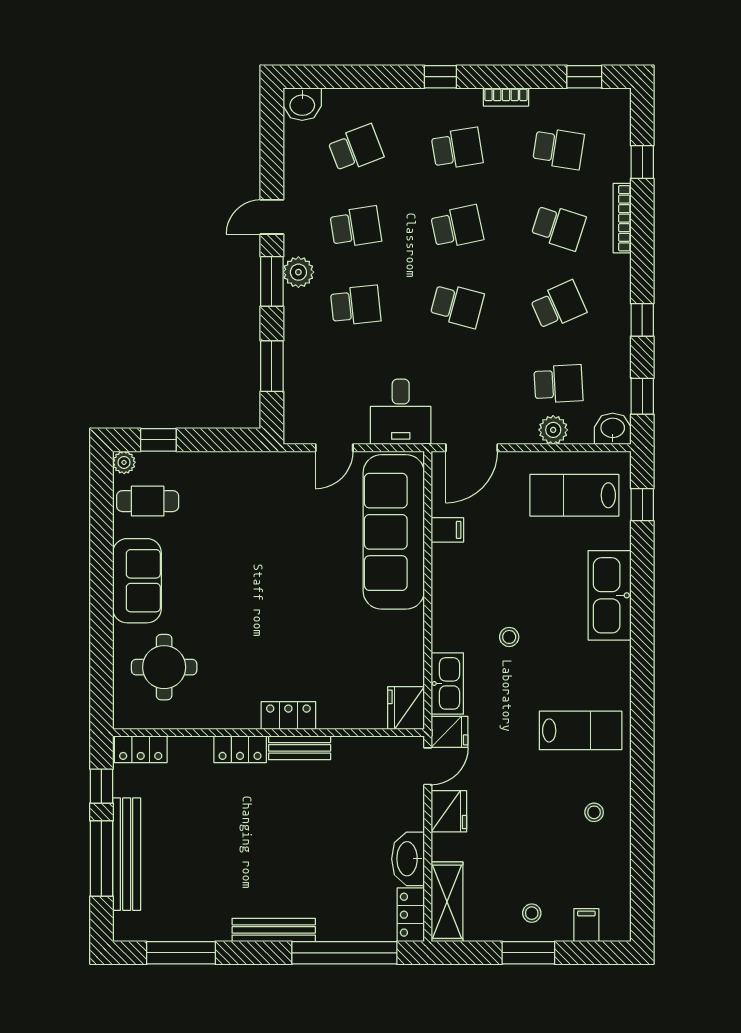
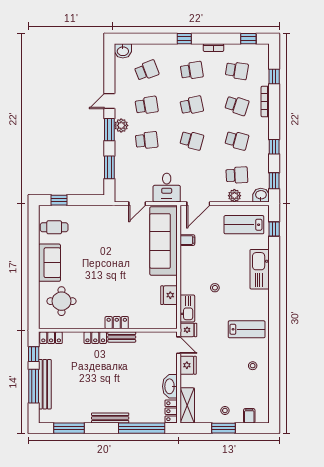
school desk: (558, 305) -> (237, 140), turned 39
plant: (124, 462) -> (44, 210), removed
fridge: (406, 708) -> (169, 295), moved
door: (428, 766) -> (179, 345), hinge flipped

